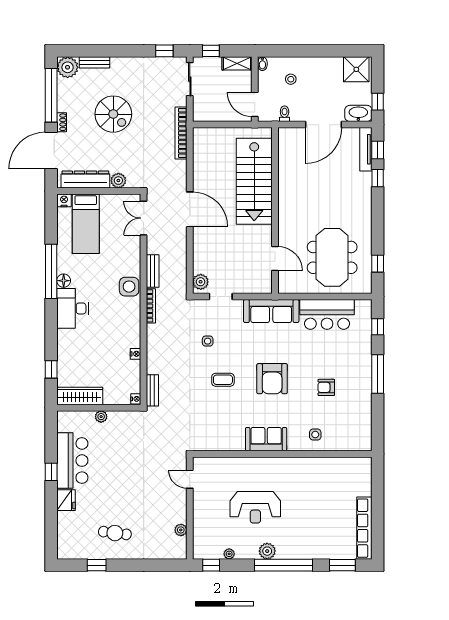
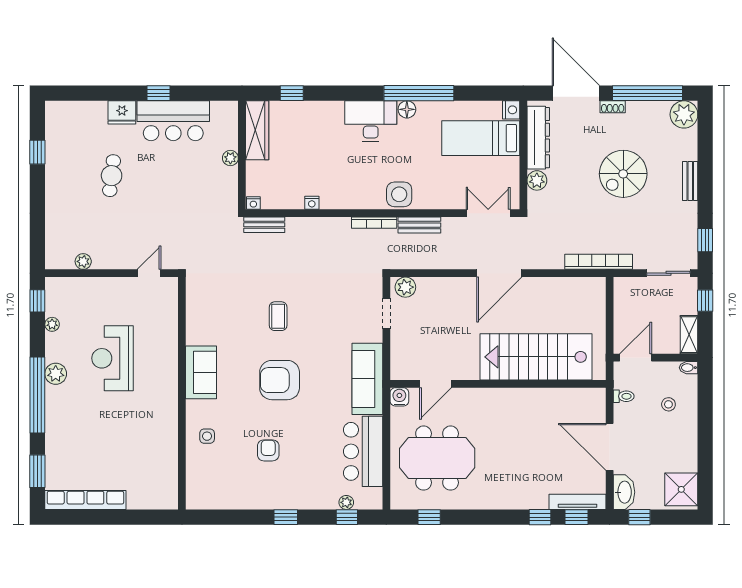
bench: (94, 62) -> (690, 181), moved
water cooler: (285, 286) -> (399, 397), added
plant: (366, 327) -> (346, 502), added
side table: (208, 341) -> (328, 296), removed
window: (378, 374) -> (286, 517), width x0.46
cafe table: (115, 533) -> (112, 176), moved

